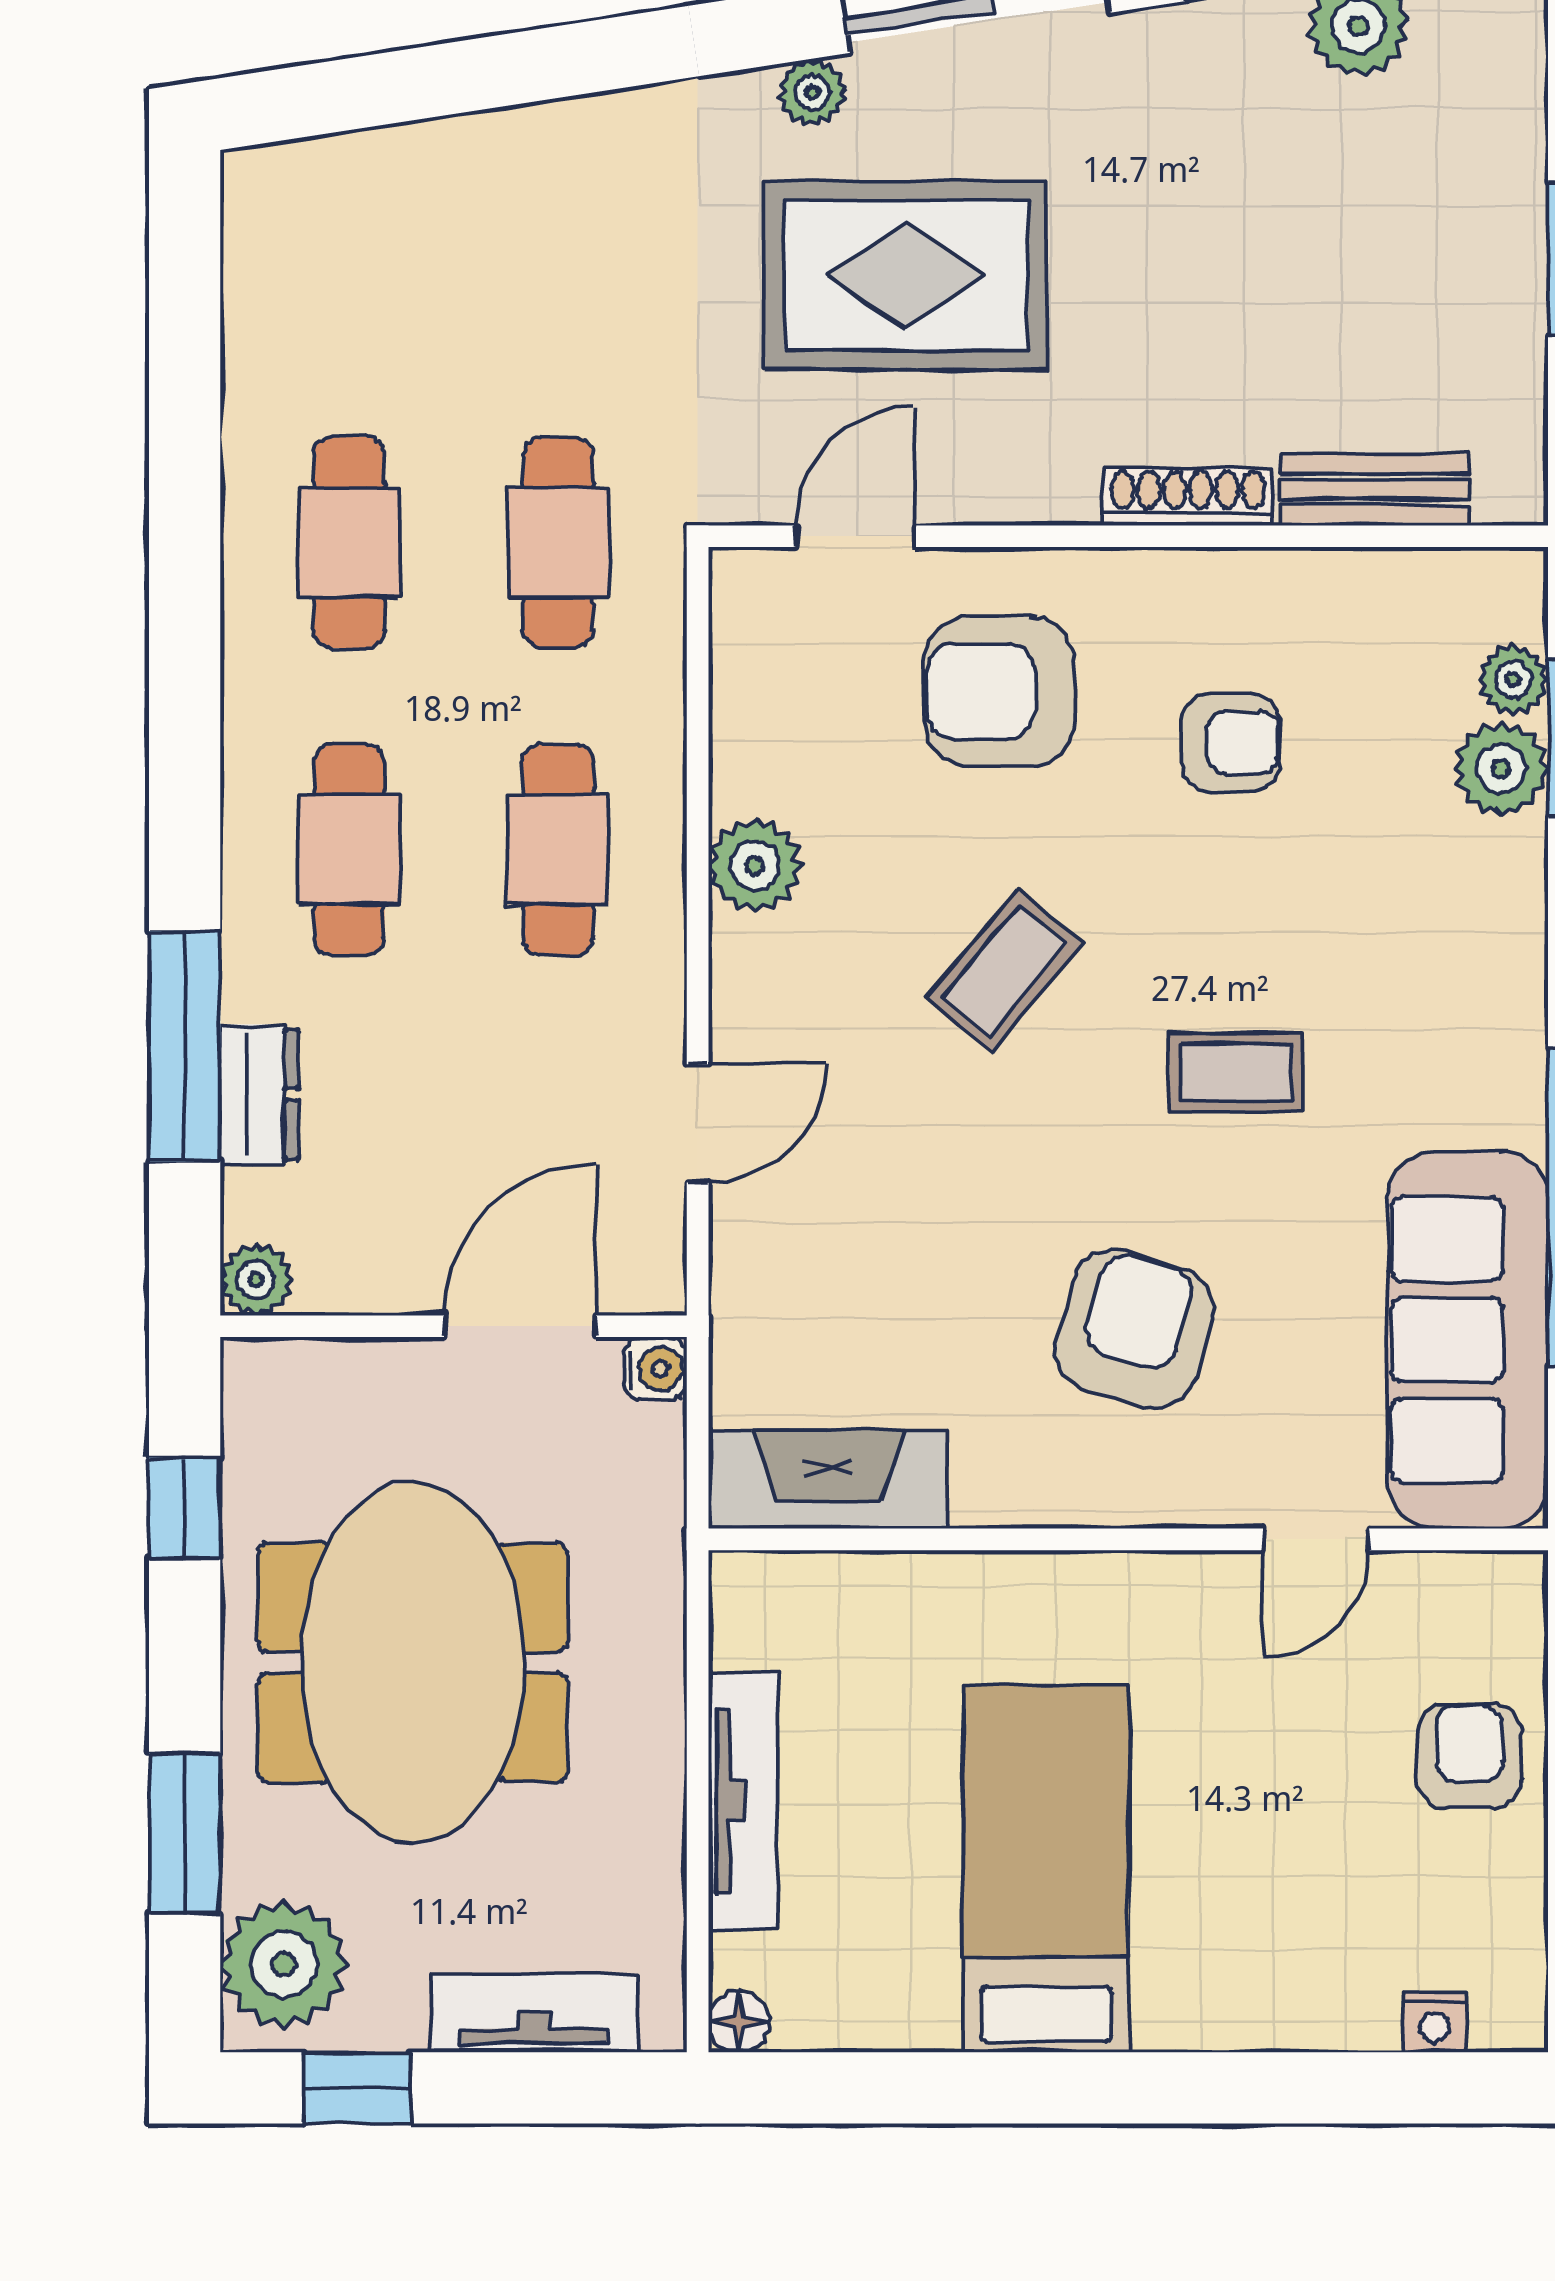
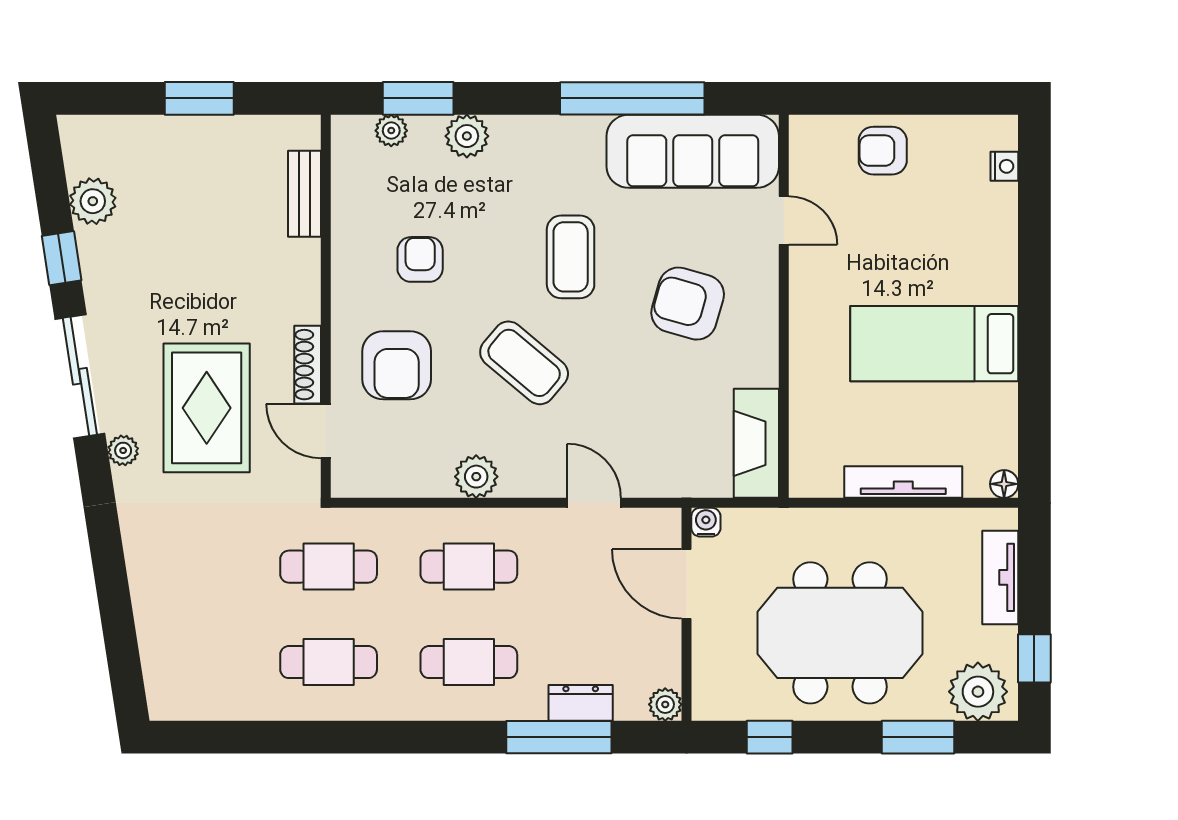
shoe rack: (1188, 497) -> (308, 365), moved
plant: (1501, 769) -> (467, 136), moved
coffee table: (1004, 970) -> (524, 363), width x1.36, depth x1.30
coffee table: (1236, 1072) -> (571, 257), width x1.36, depth x1.30

